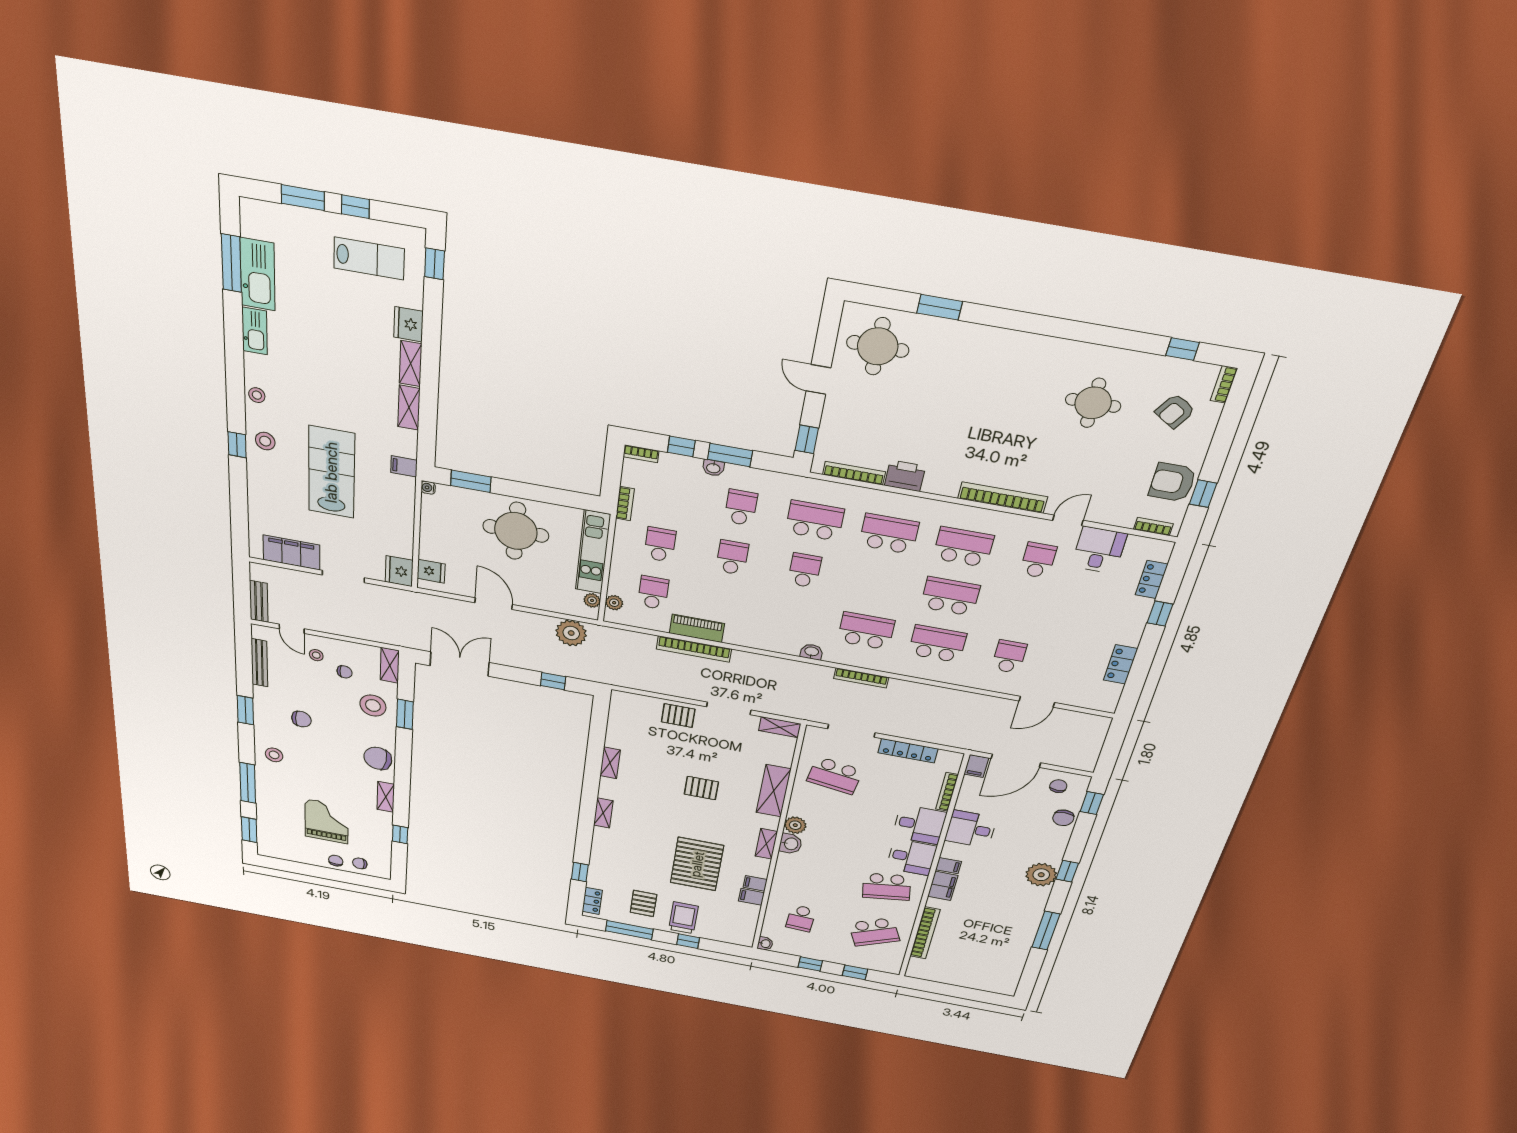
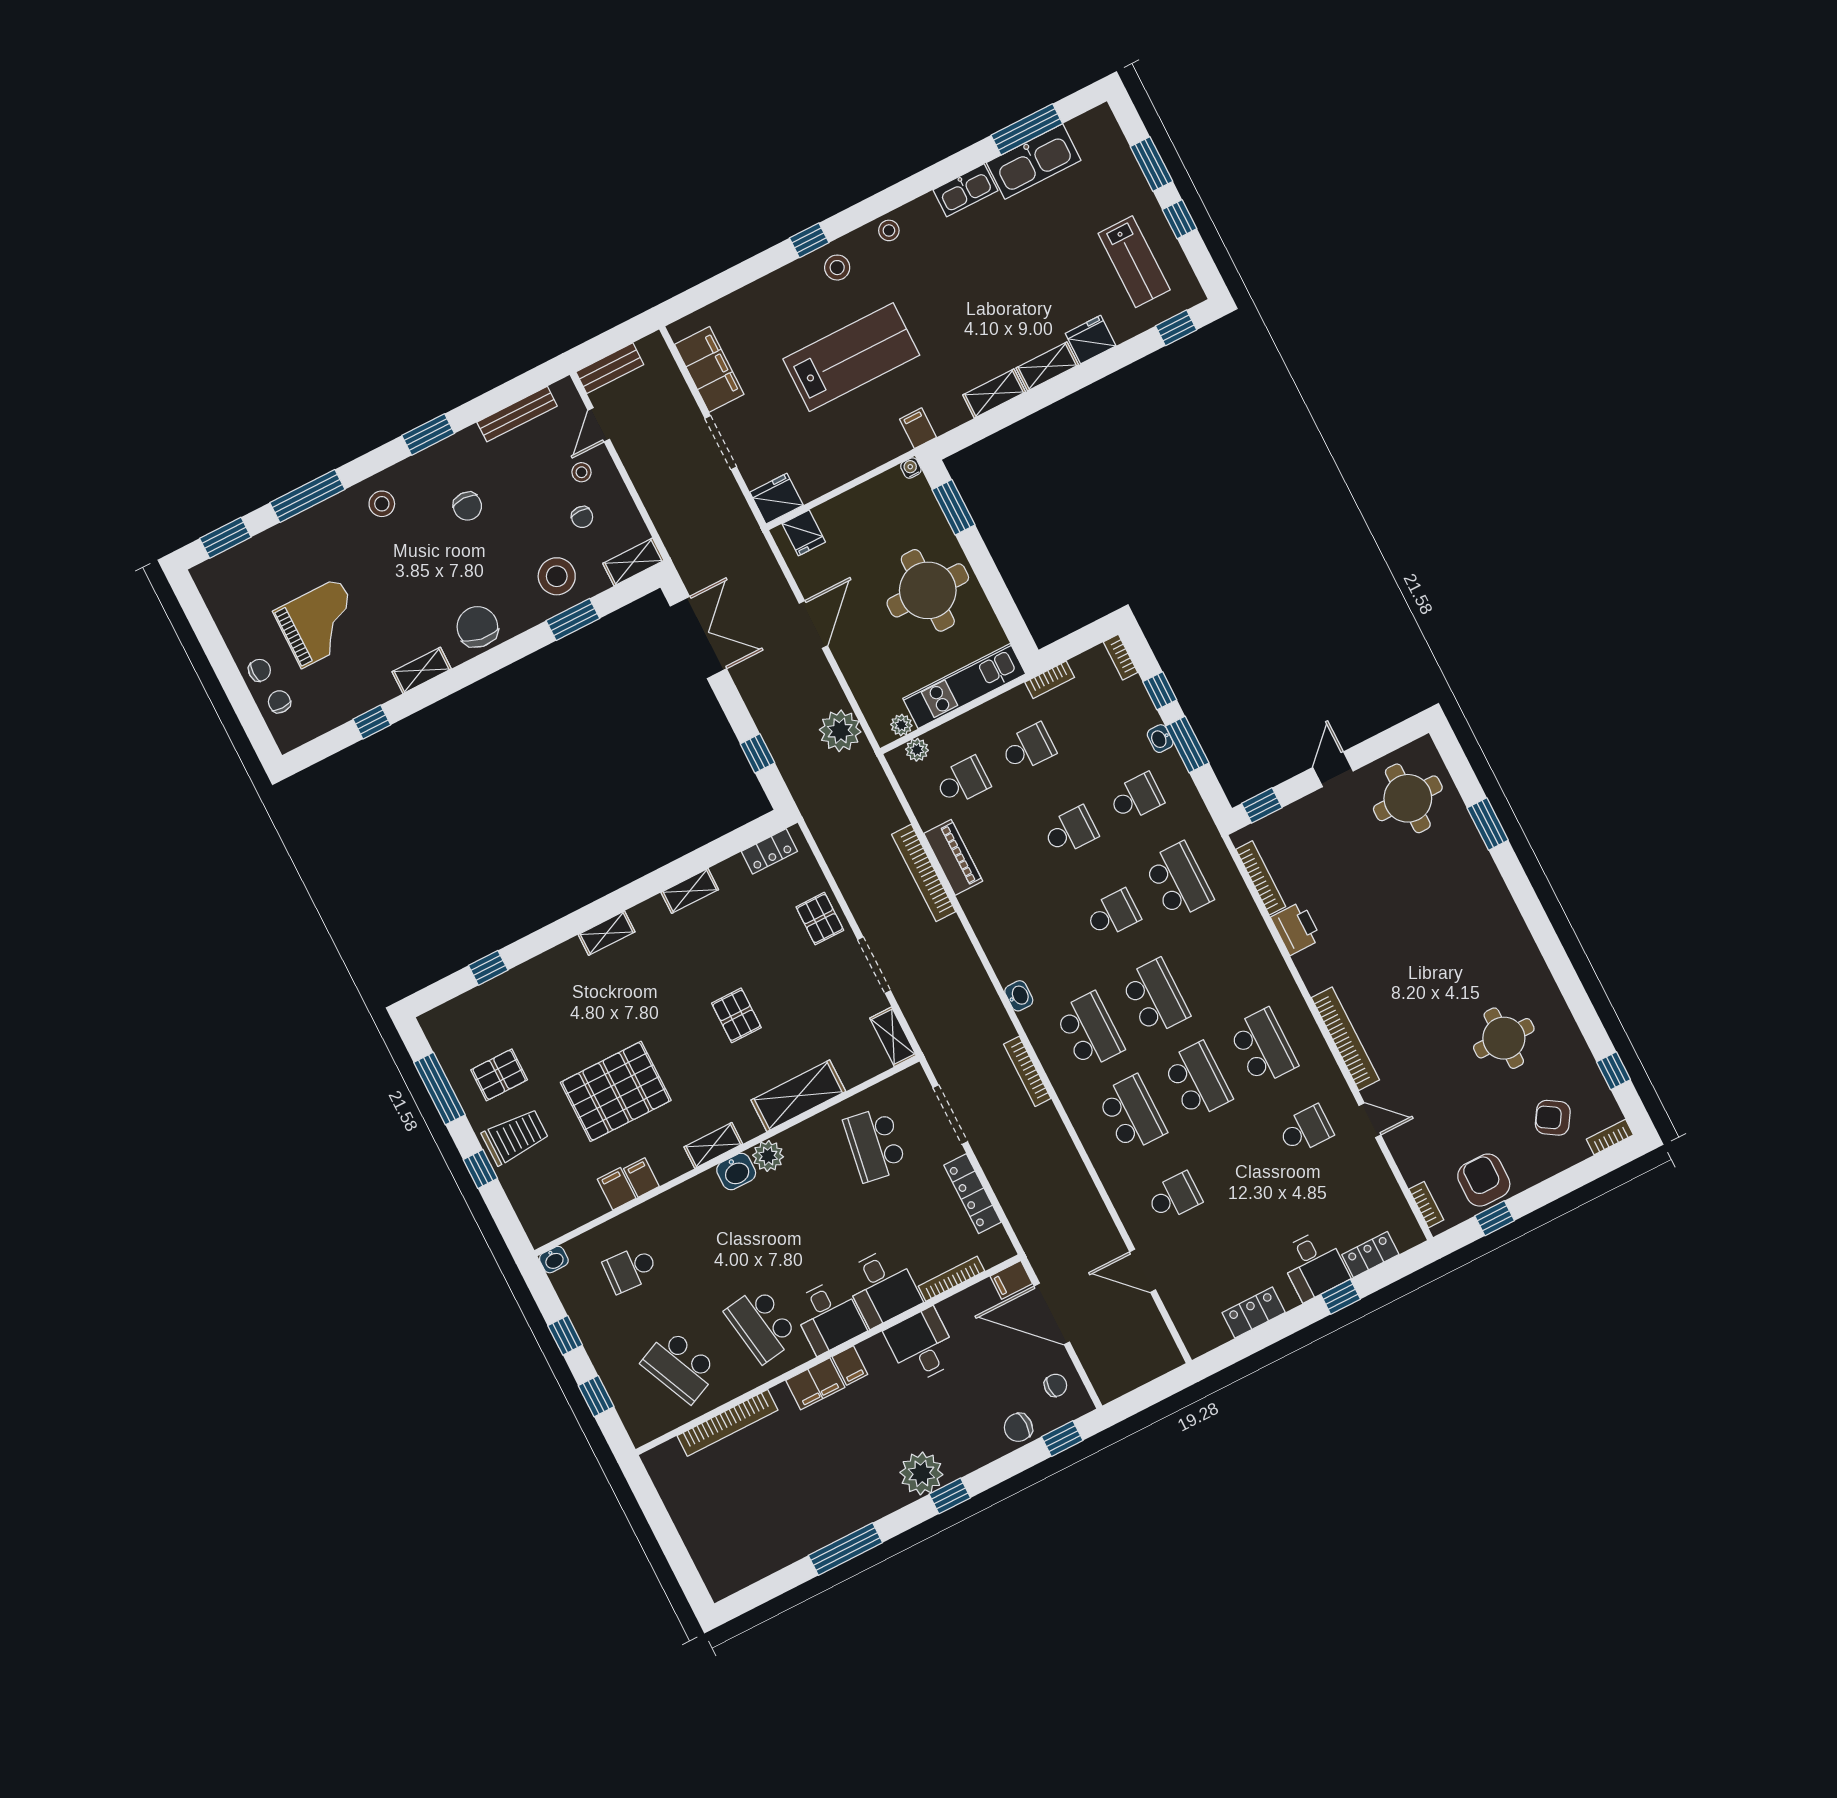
school desk: (889, 534) -> (1155, 997), moved
desk: (1099, 550) -> (1314, 1265), moved, turned 90
locker: (592, 901) -> (769, 851), moved

